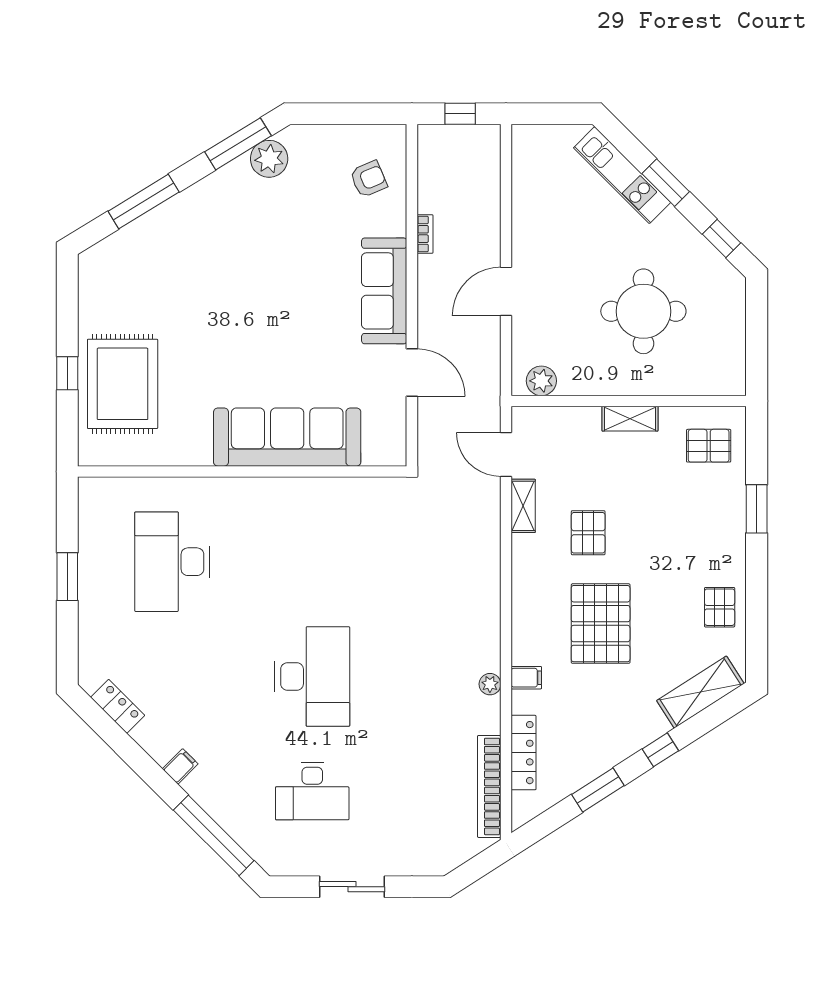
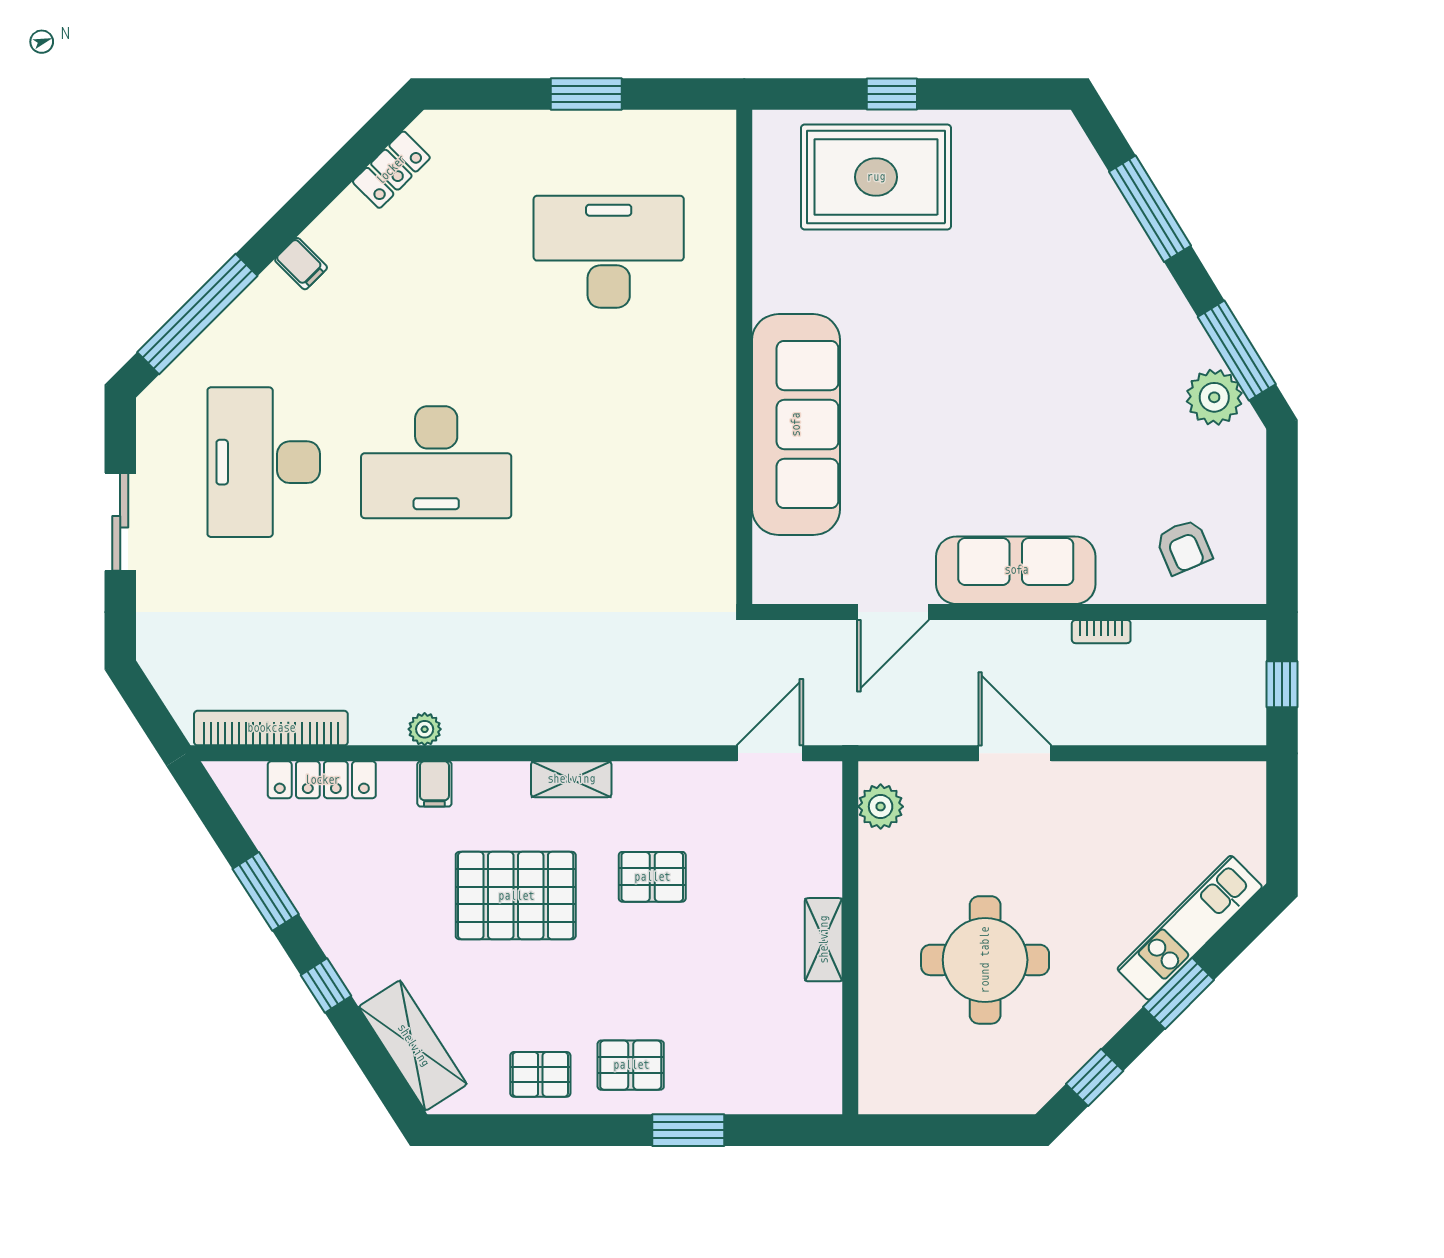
pallet: (709, 446) -> (631, 1065), moved, turned 90
shelving: (523, 506) -> (571, 779), moved
desk: (312, 791) -> (264, 462), width x1.36, depth x1.30

